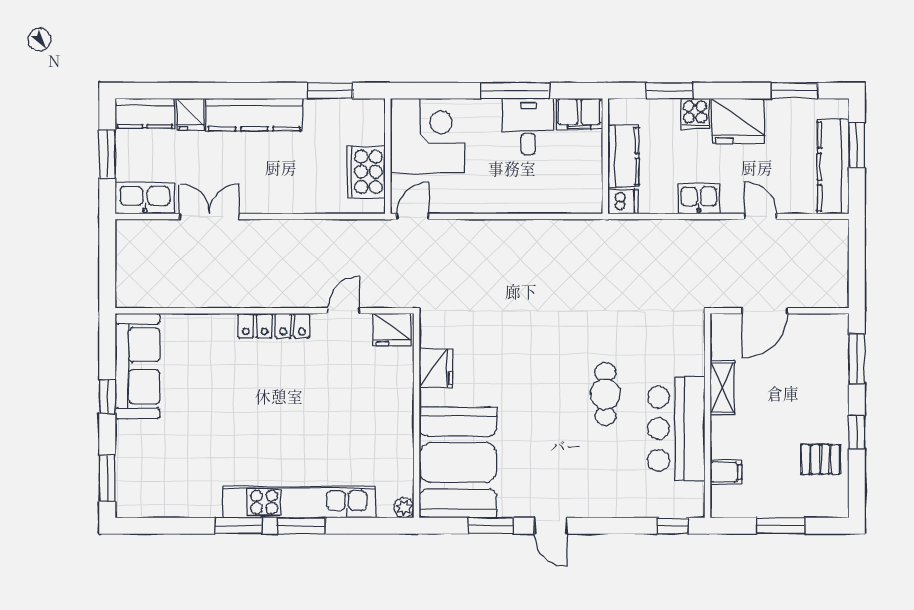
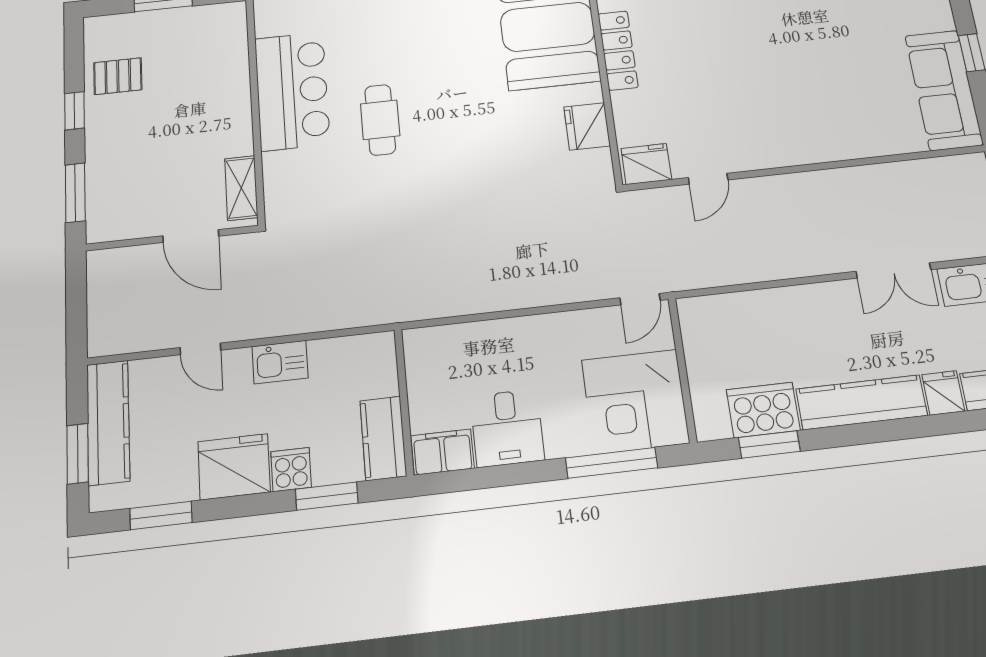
window: (515, 91) -> (612, 463), moved
kitchen counter: (623, 156) -> (383, 438), moved
cooker: (366, 172) -> (763, 410), moved, turned -90
dishwasher: (623, 201) -> (376, 348), removed
door: (765, 311) -> (191, 236), swing flipped
locker: (274, 326) -> (618, 50), moved, turned 90
shelving: (722, 387) -> (241, 188), moved
filing cabinet: (726, 472) -> (230, 50), removed

